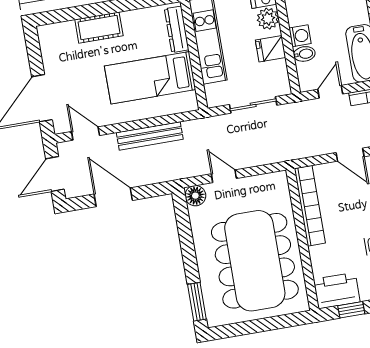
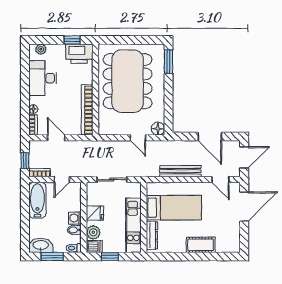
bidet: (304, 54) -> (74, 230), moved

